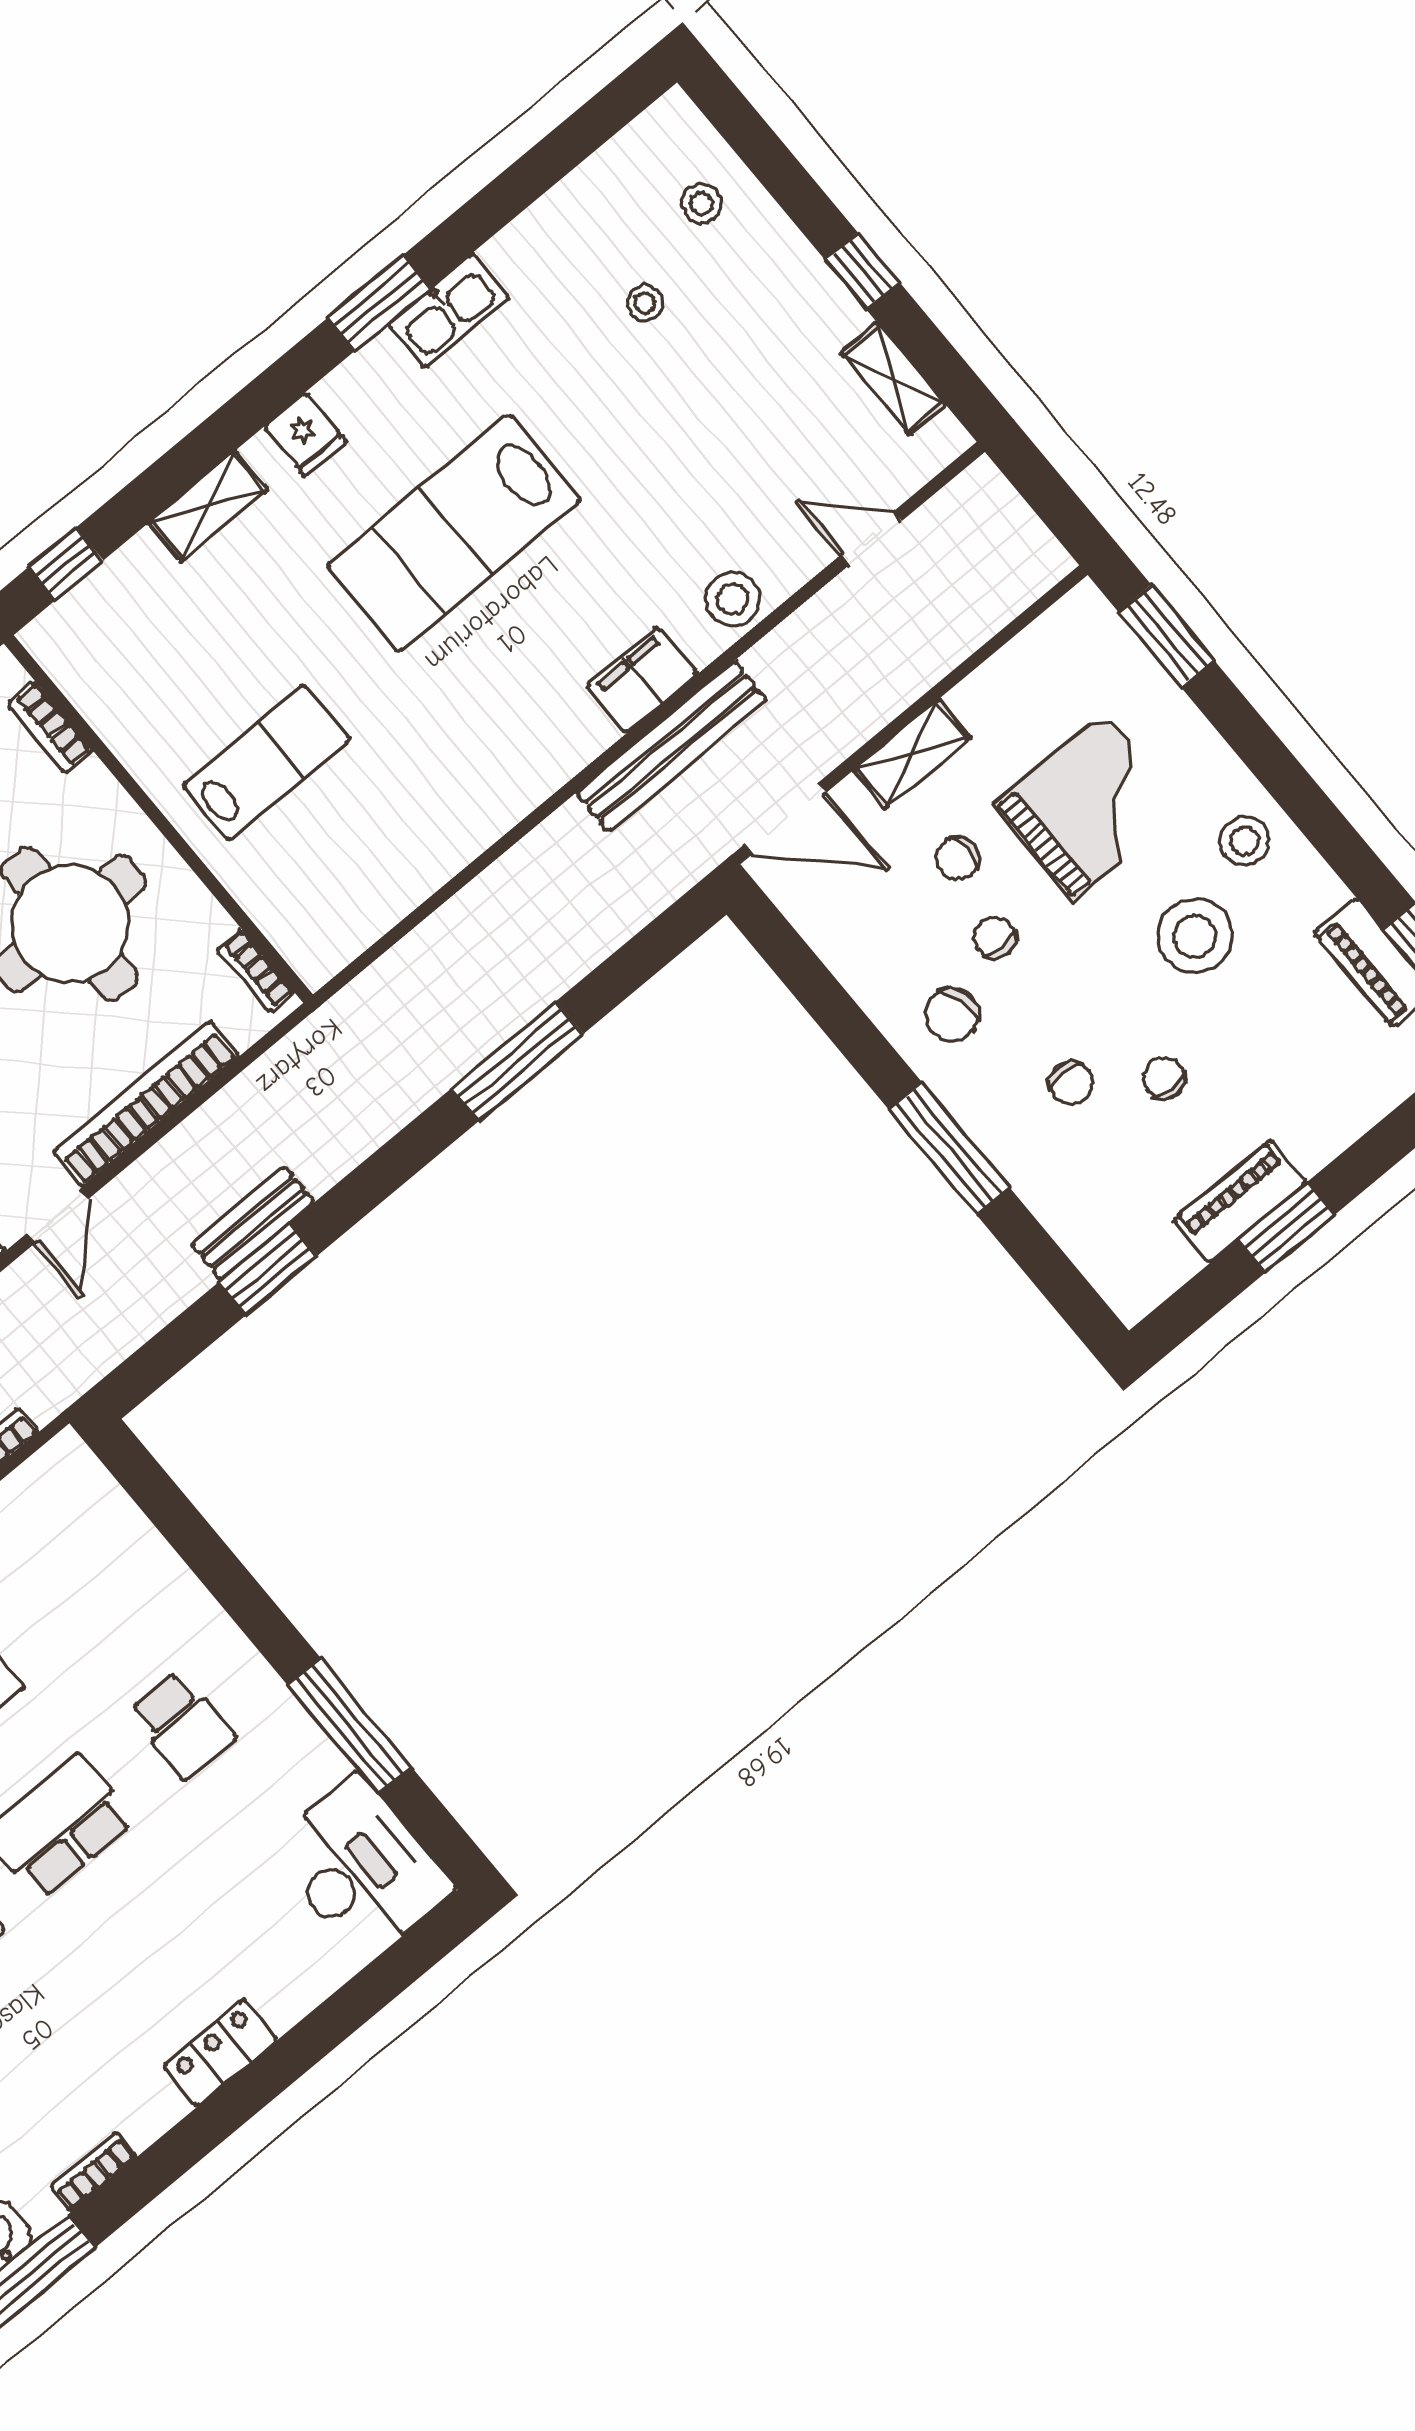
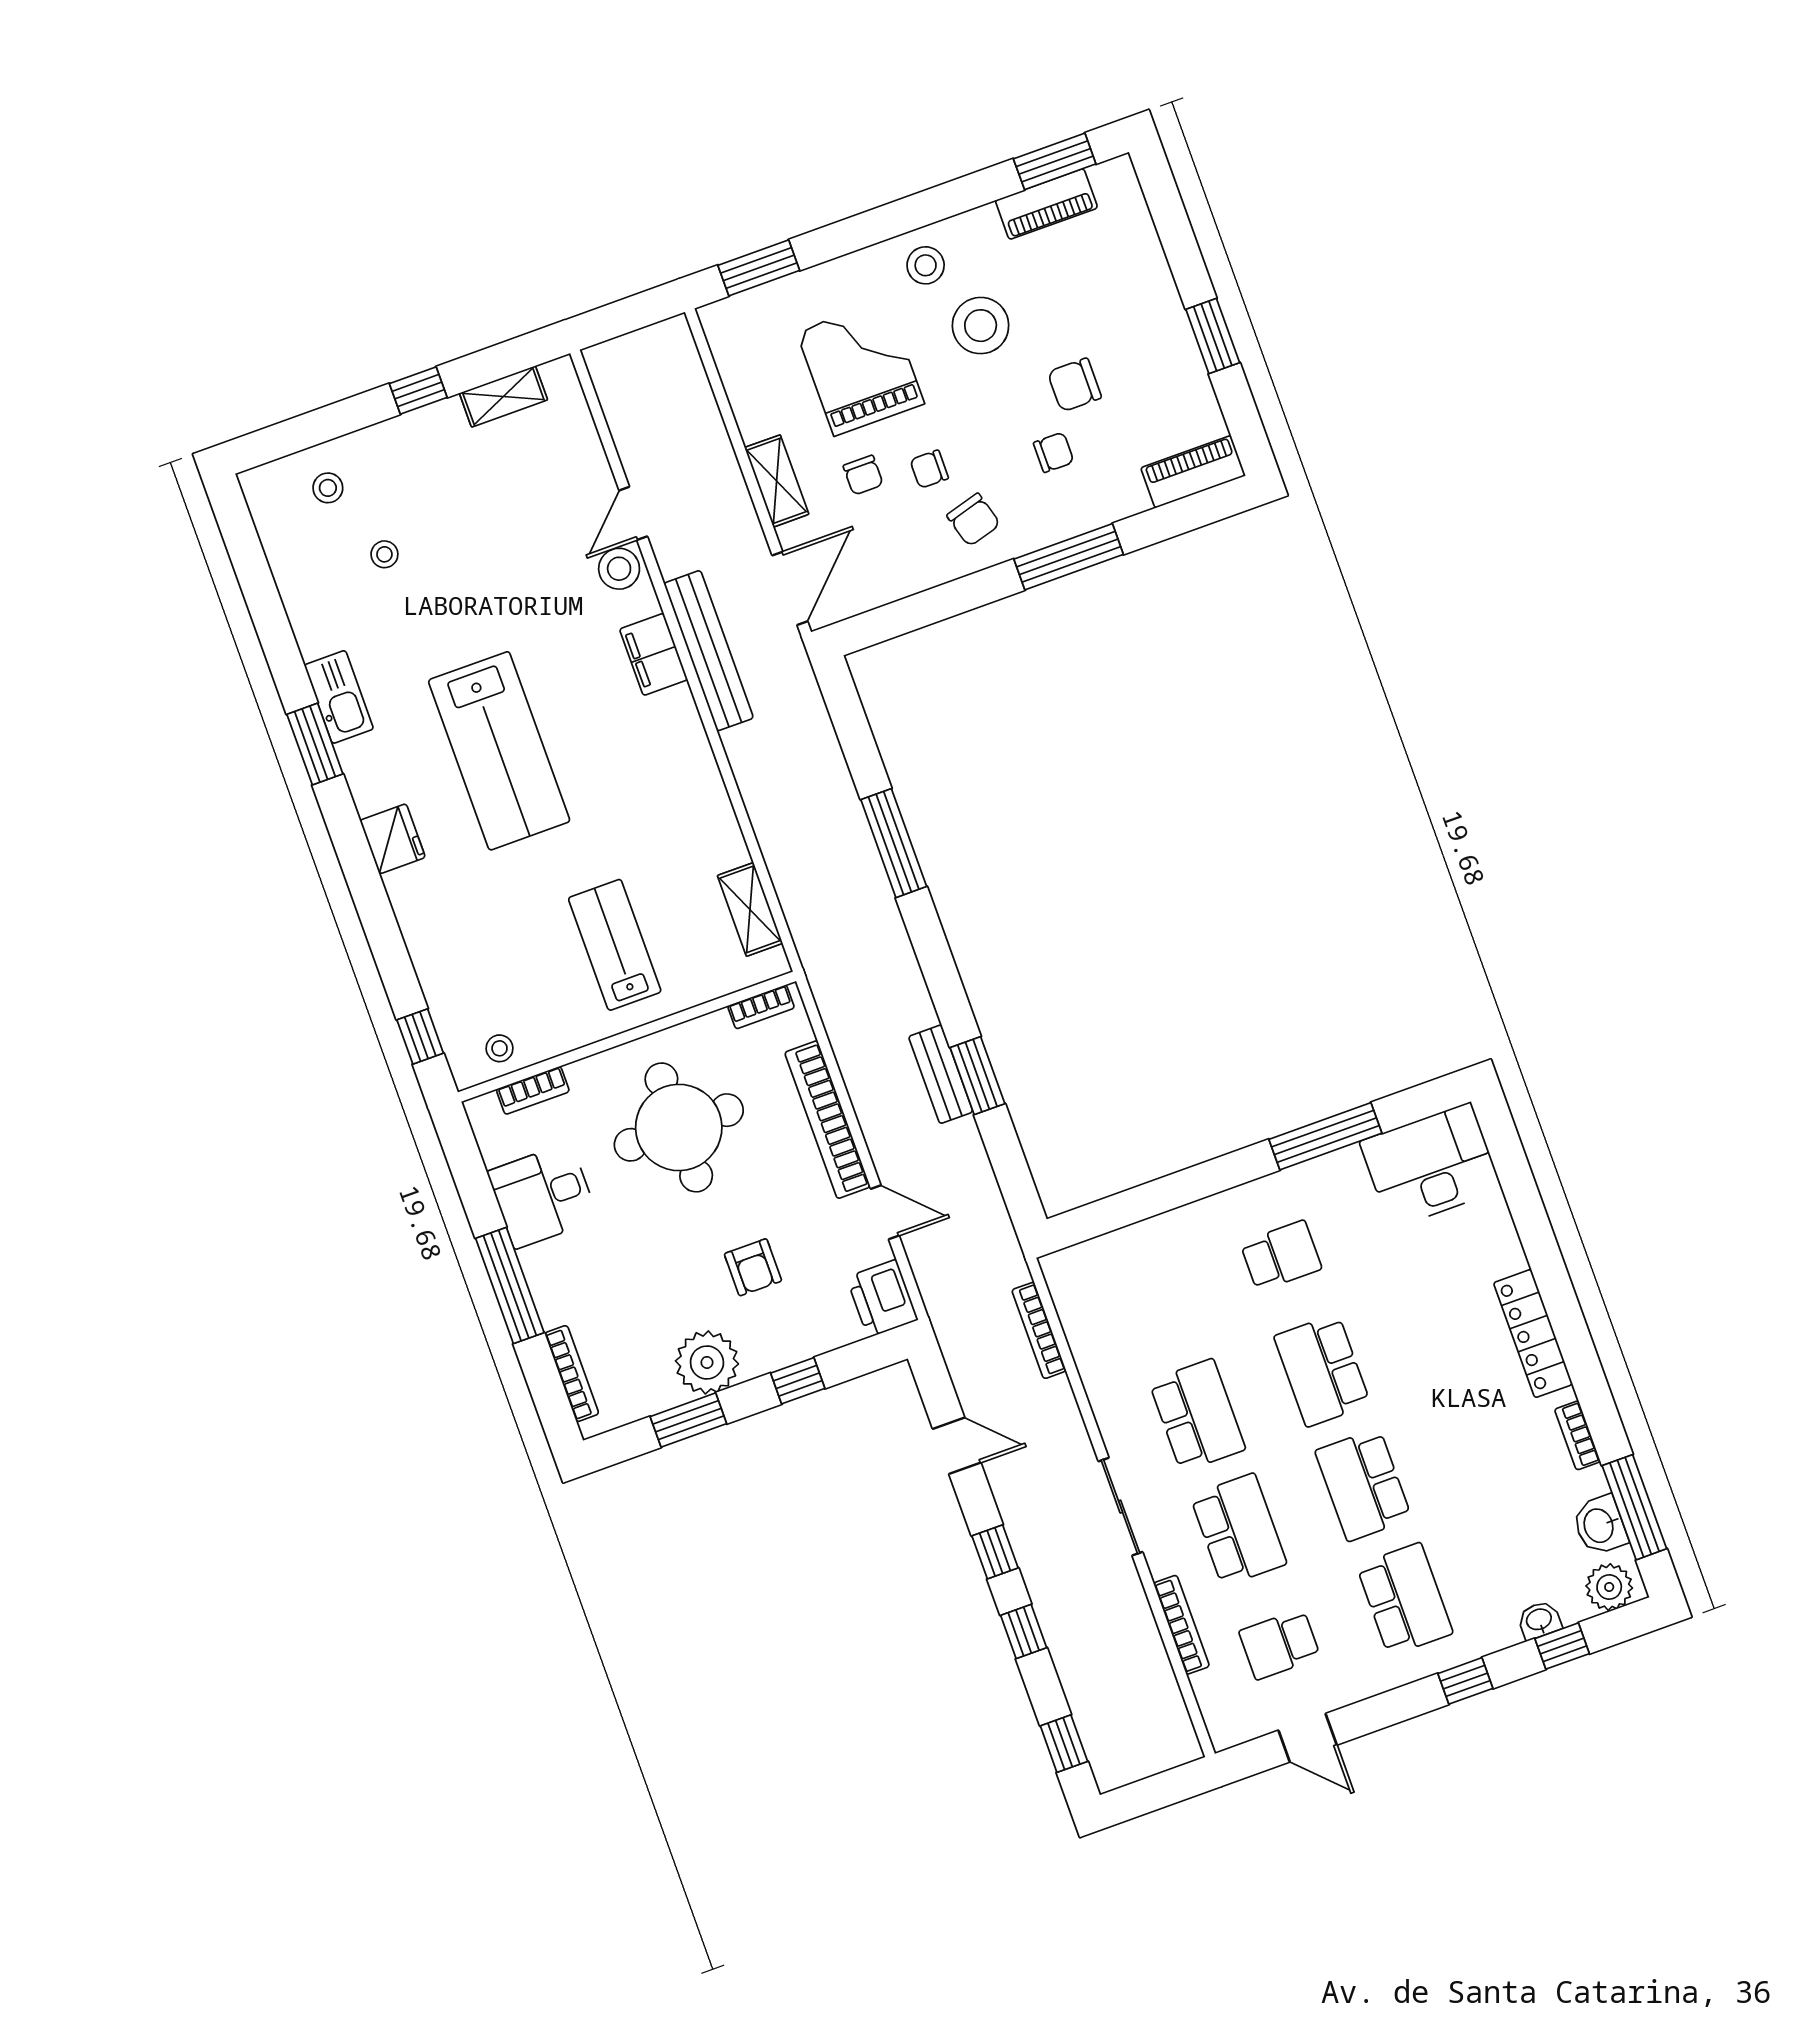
fridge: (305, 434) -> (393, 839), width x1.38
shelving: (208, 506) -> (750, 909), moved
door: (871, 538) -> (633, 513), moved
stool: (87, 667) -> (500, 1048), added
chair: (1164, 1078) -> (1074, 385), width x1.37, depth x1.37
piano: (1240, 1201) -> (1193, 472), moved, turned 90
locker: (220, 2053) -> (1533, 1334), width x1.53

